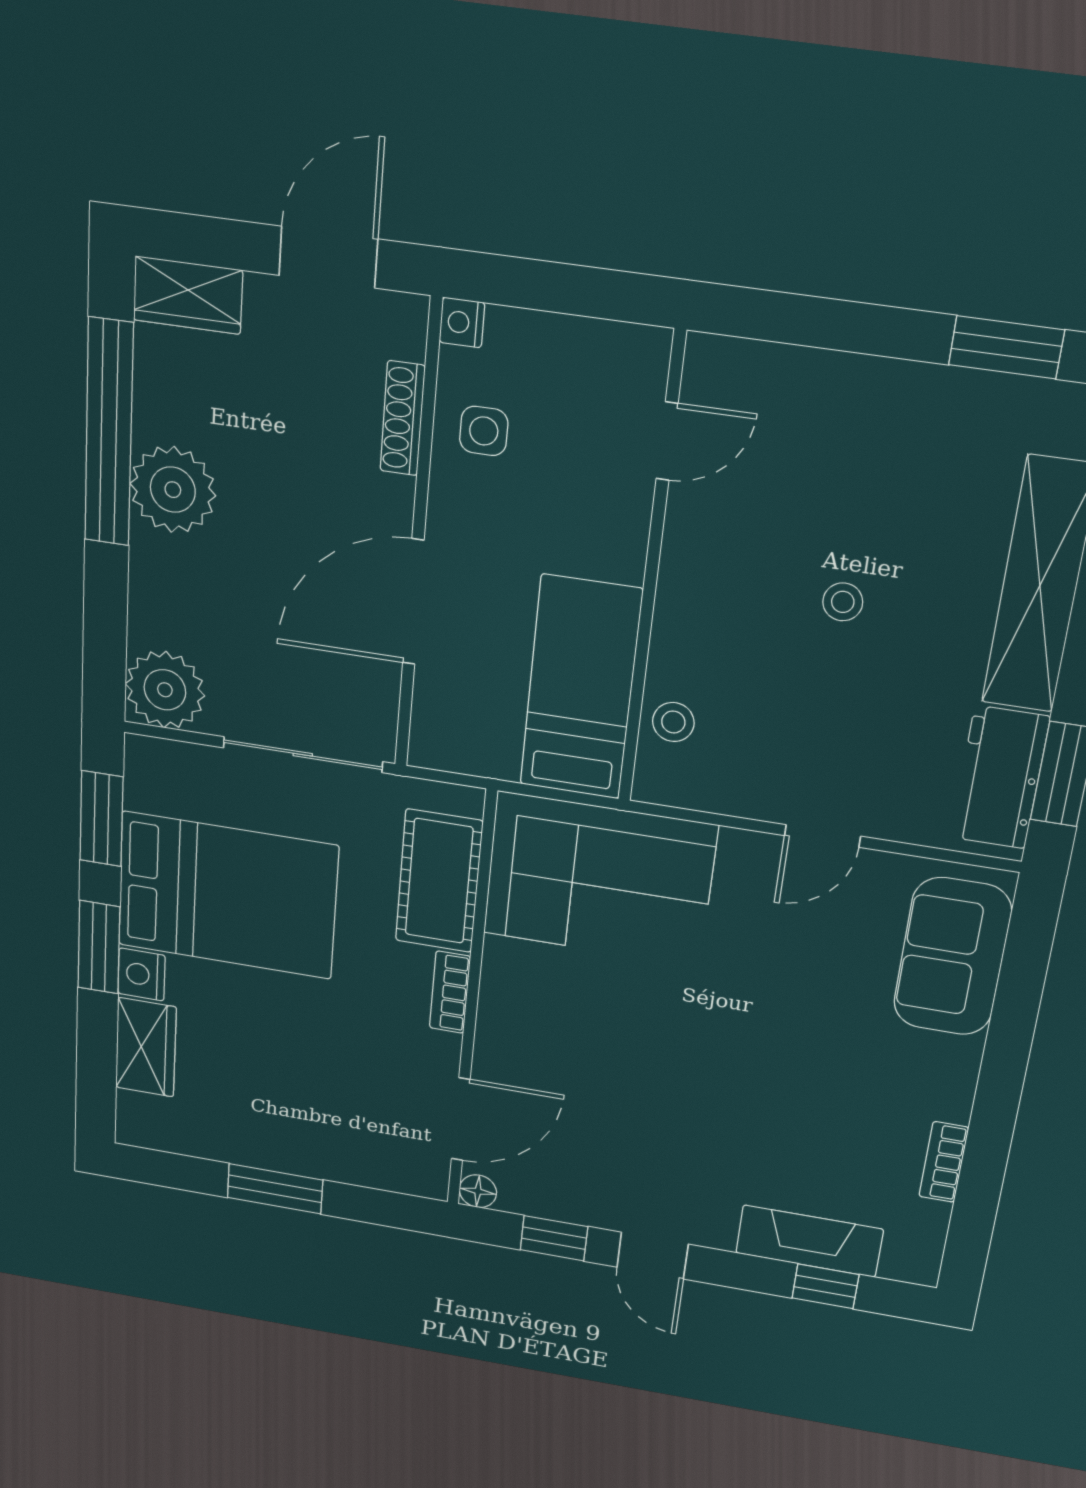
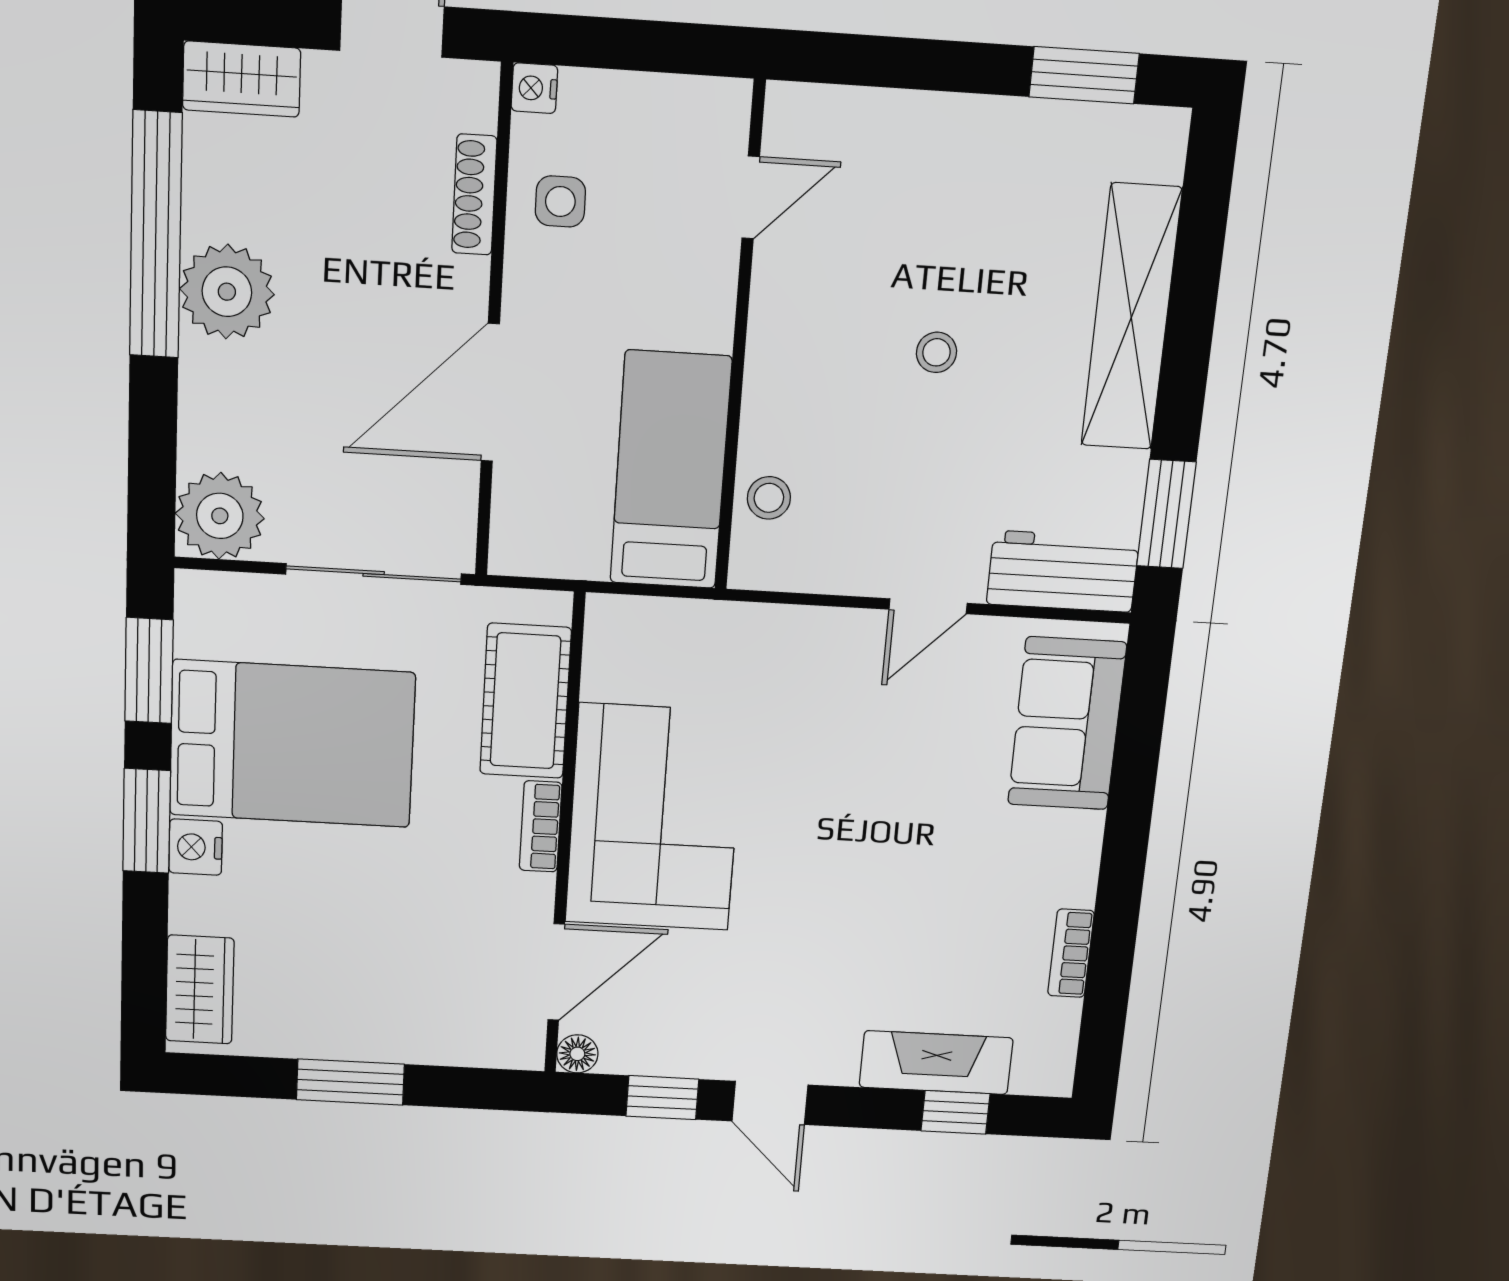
workbench: (1000, 778) -> (1063, 571), moved, turned 90
corner sofa: (599, 880) -> (654, 818), moved, turned -90
wardrobe: (146, 1047) -> (200, 990), moved

